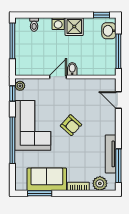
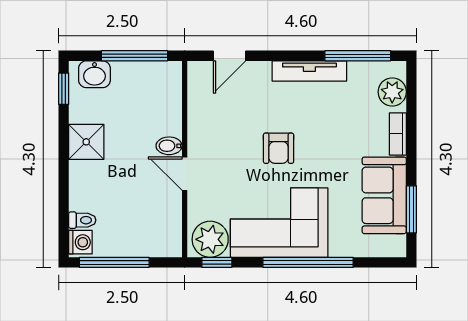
washing machine: (58, 24) -> (80, 242), moved
plant: (20, 86) -> (210, 239), width x1.88, depth x1.88
armchair: (71, 125) -> (279, 148), turned 138
tv unit: (111, 154) -> (309, 71), moved

